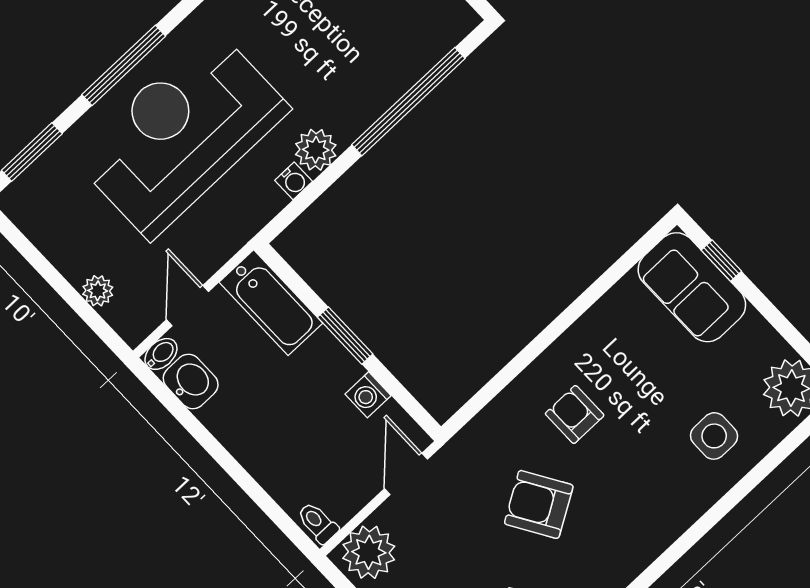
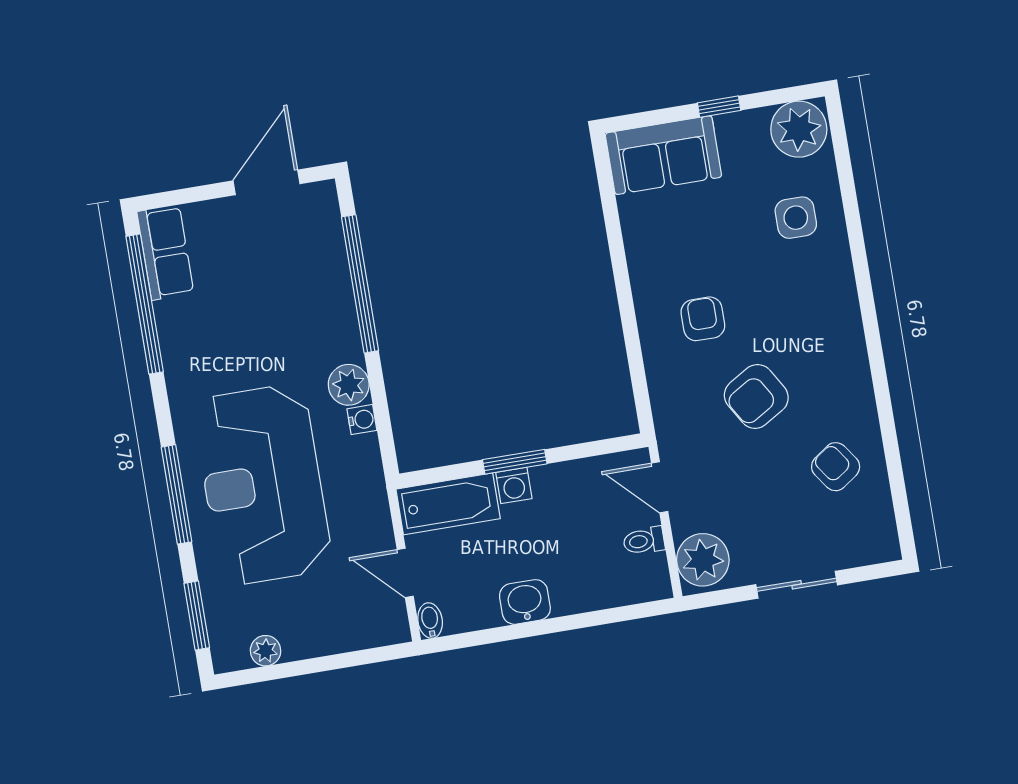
window: (721, 261) -> (719, 107), moved
plant: (98, 291) -> (266, 651), moved
washbasin: (191, 381) -> (525, 602), moved
washing machine: (368, 395) -> (514, 485), moved
armchair: (575, 414) -> (703, 319), turned 90
toilet: (318, 523) -> (644, 541), moved

